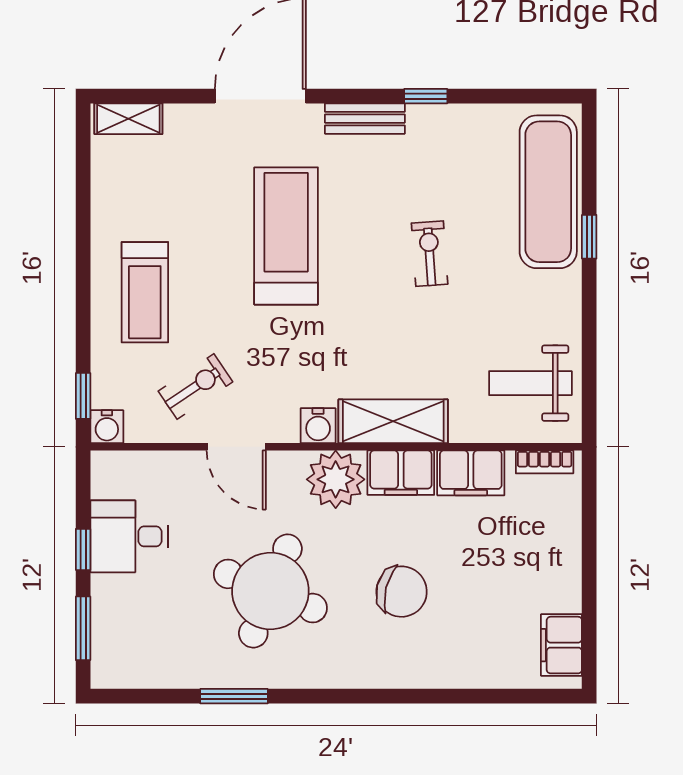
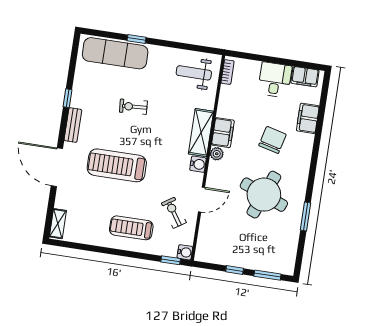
treadmill: (145, 292) -> (131, 228), turned 180
weight bench: (530, 383) -> (194, 73), turned 90
filing cabinet: (471, 473) -> (308, 118), moved, turned 180
plant: (336, 479) -> (217, 154), width x0.53, depth x0.53
desk: (129, 536) -> (275, 80), moved, turned 180

